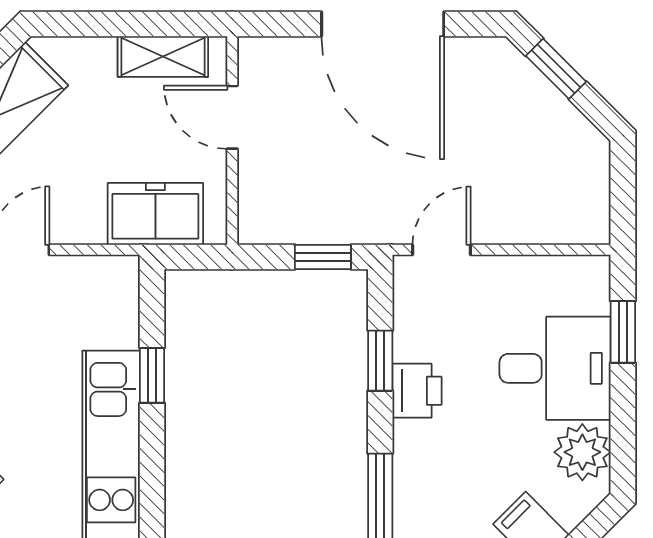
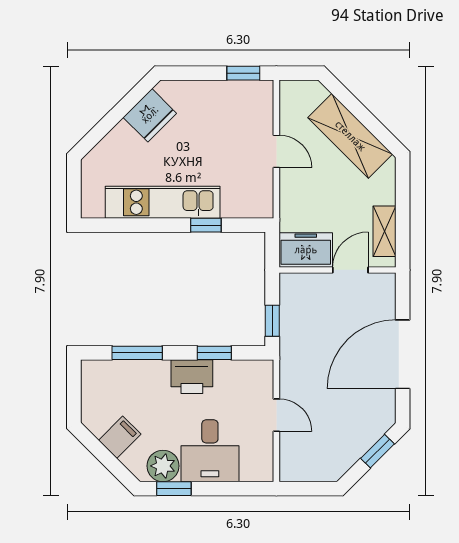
freezer: (155, 214) -> (306, 250), moved, turned -90
door: (442, 250) -> (276, 415), moved
window: (623, 332) -> (174, 489), moved
printer: (417, 391) -> (192, 377), width x1.36, depth x1.24

